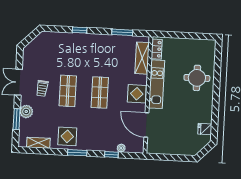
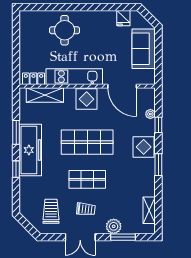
window: (122, 32) -> (16, 132), moved
freezer: (95, 43) -> (30, 150), added
trolley: (42, 58) -> (51, 211), added
shop shelf: (100, 93) -> (87, 142), width x1.43, depth x1.36
door: (146, 125) -> (122, 86), hinge flipped
display table: (67, 136) -> (144, 147), moved
sofa: (178, 145) -> (144, 49), added

